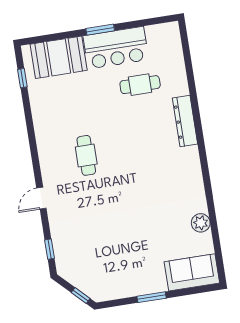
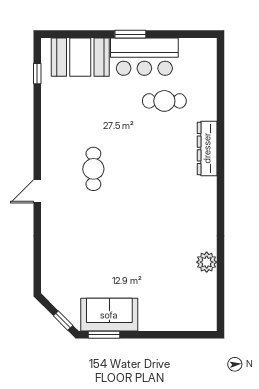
door: (41, 198) -> (37, 191), moved
window: (50, 249) -> (37, 265), removed
sofa: (192, 272) -> (109, 315), moved
window: (152, 297) -> (104, 335), moved

